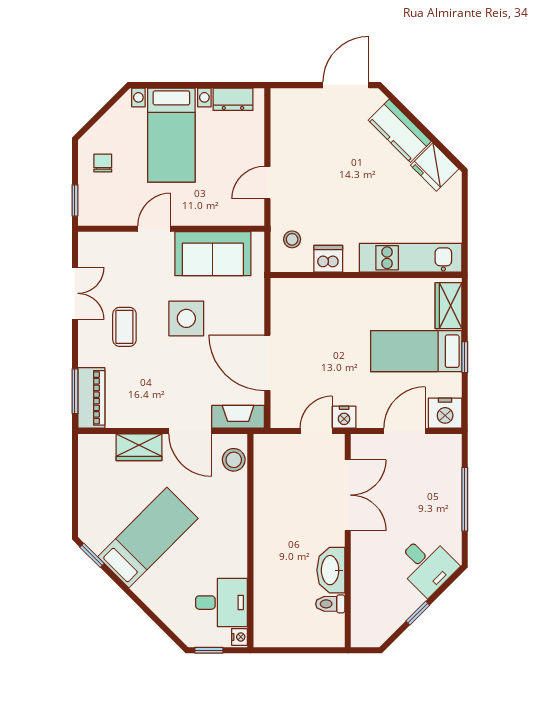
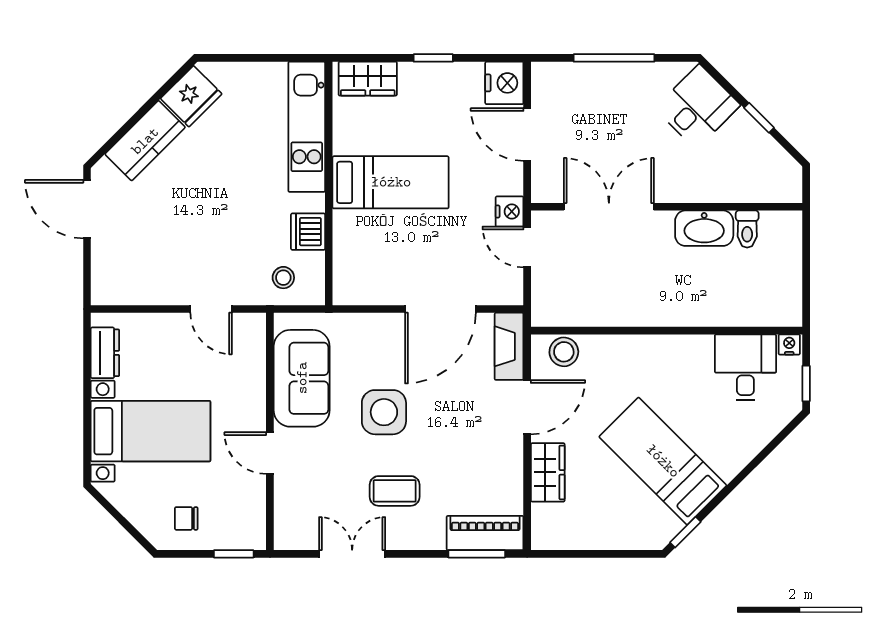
bed: (416, 351) -> (391, 182), moved, turned -90

